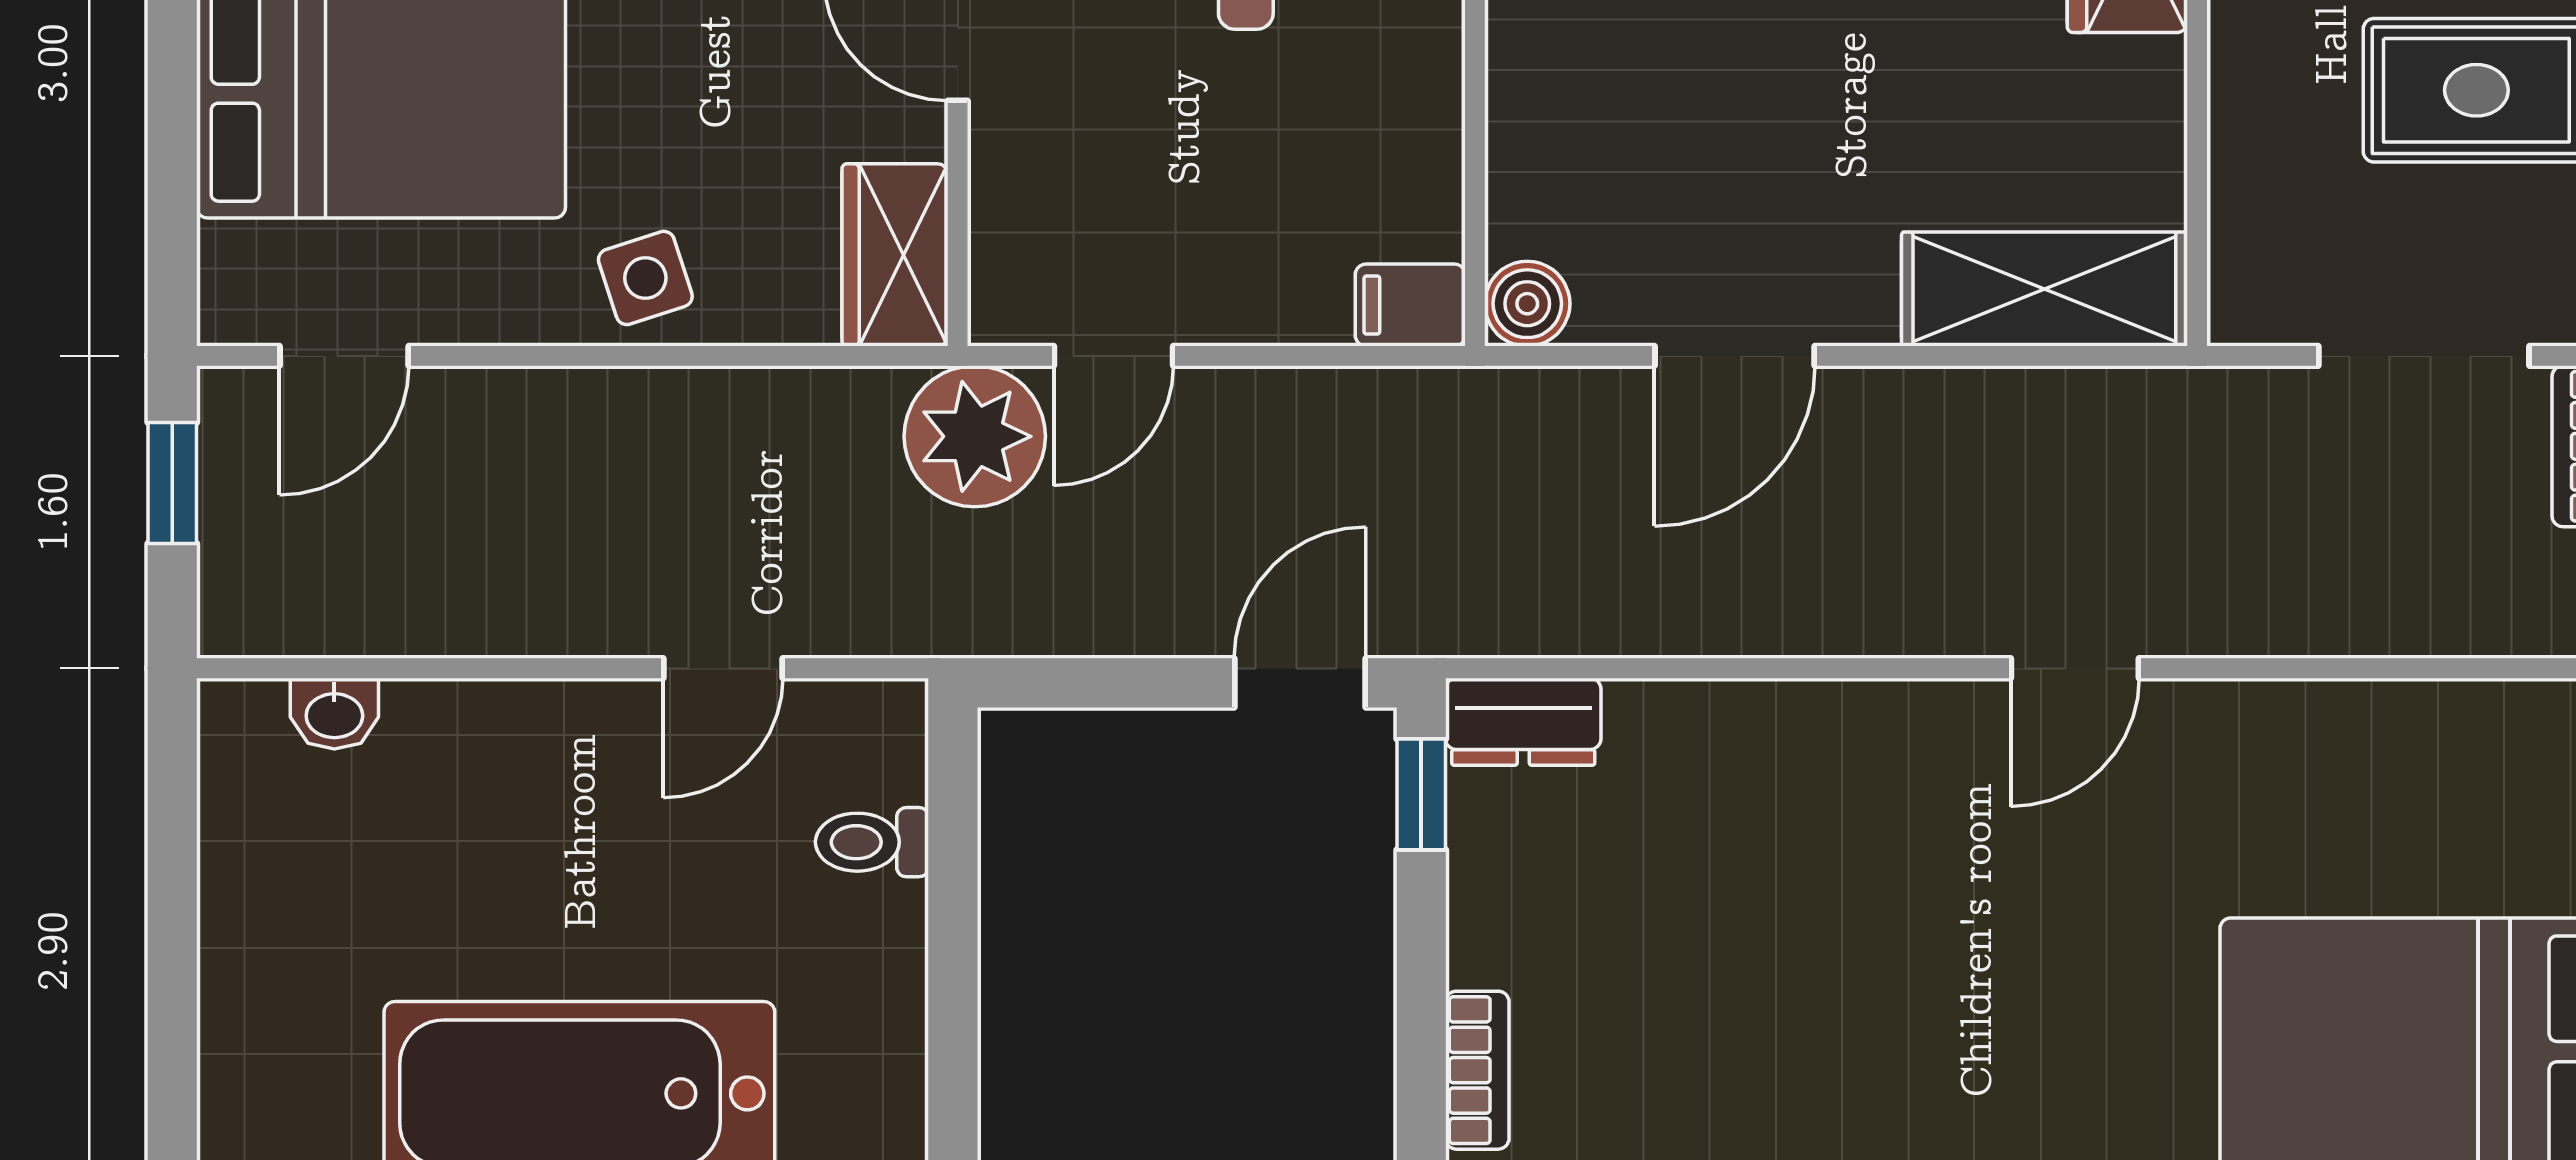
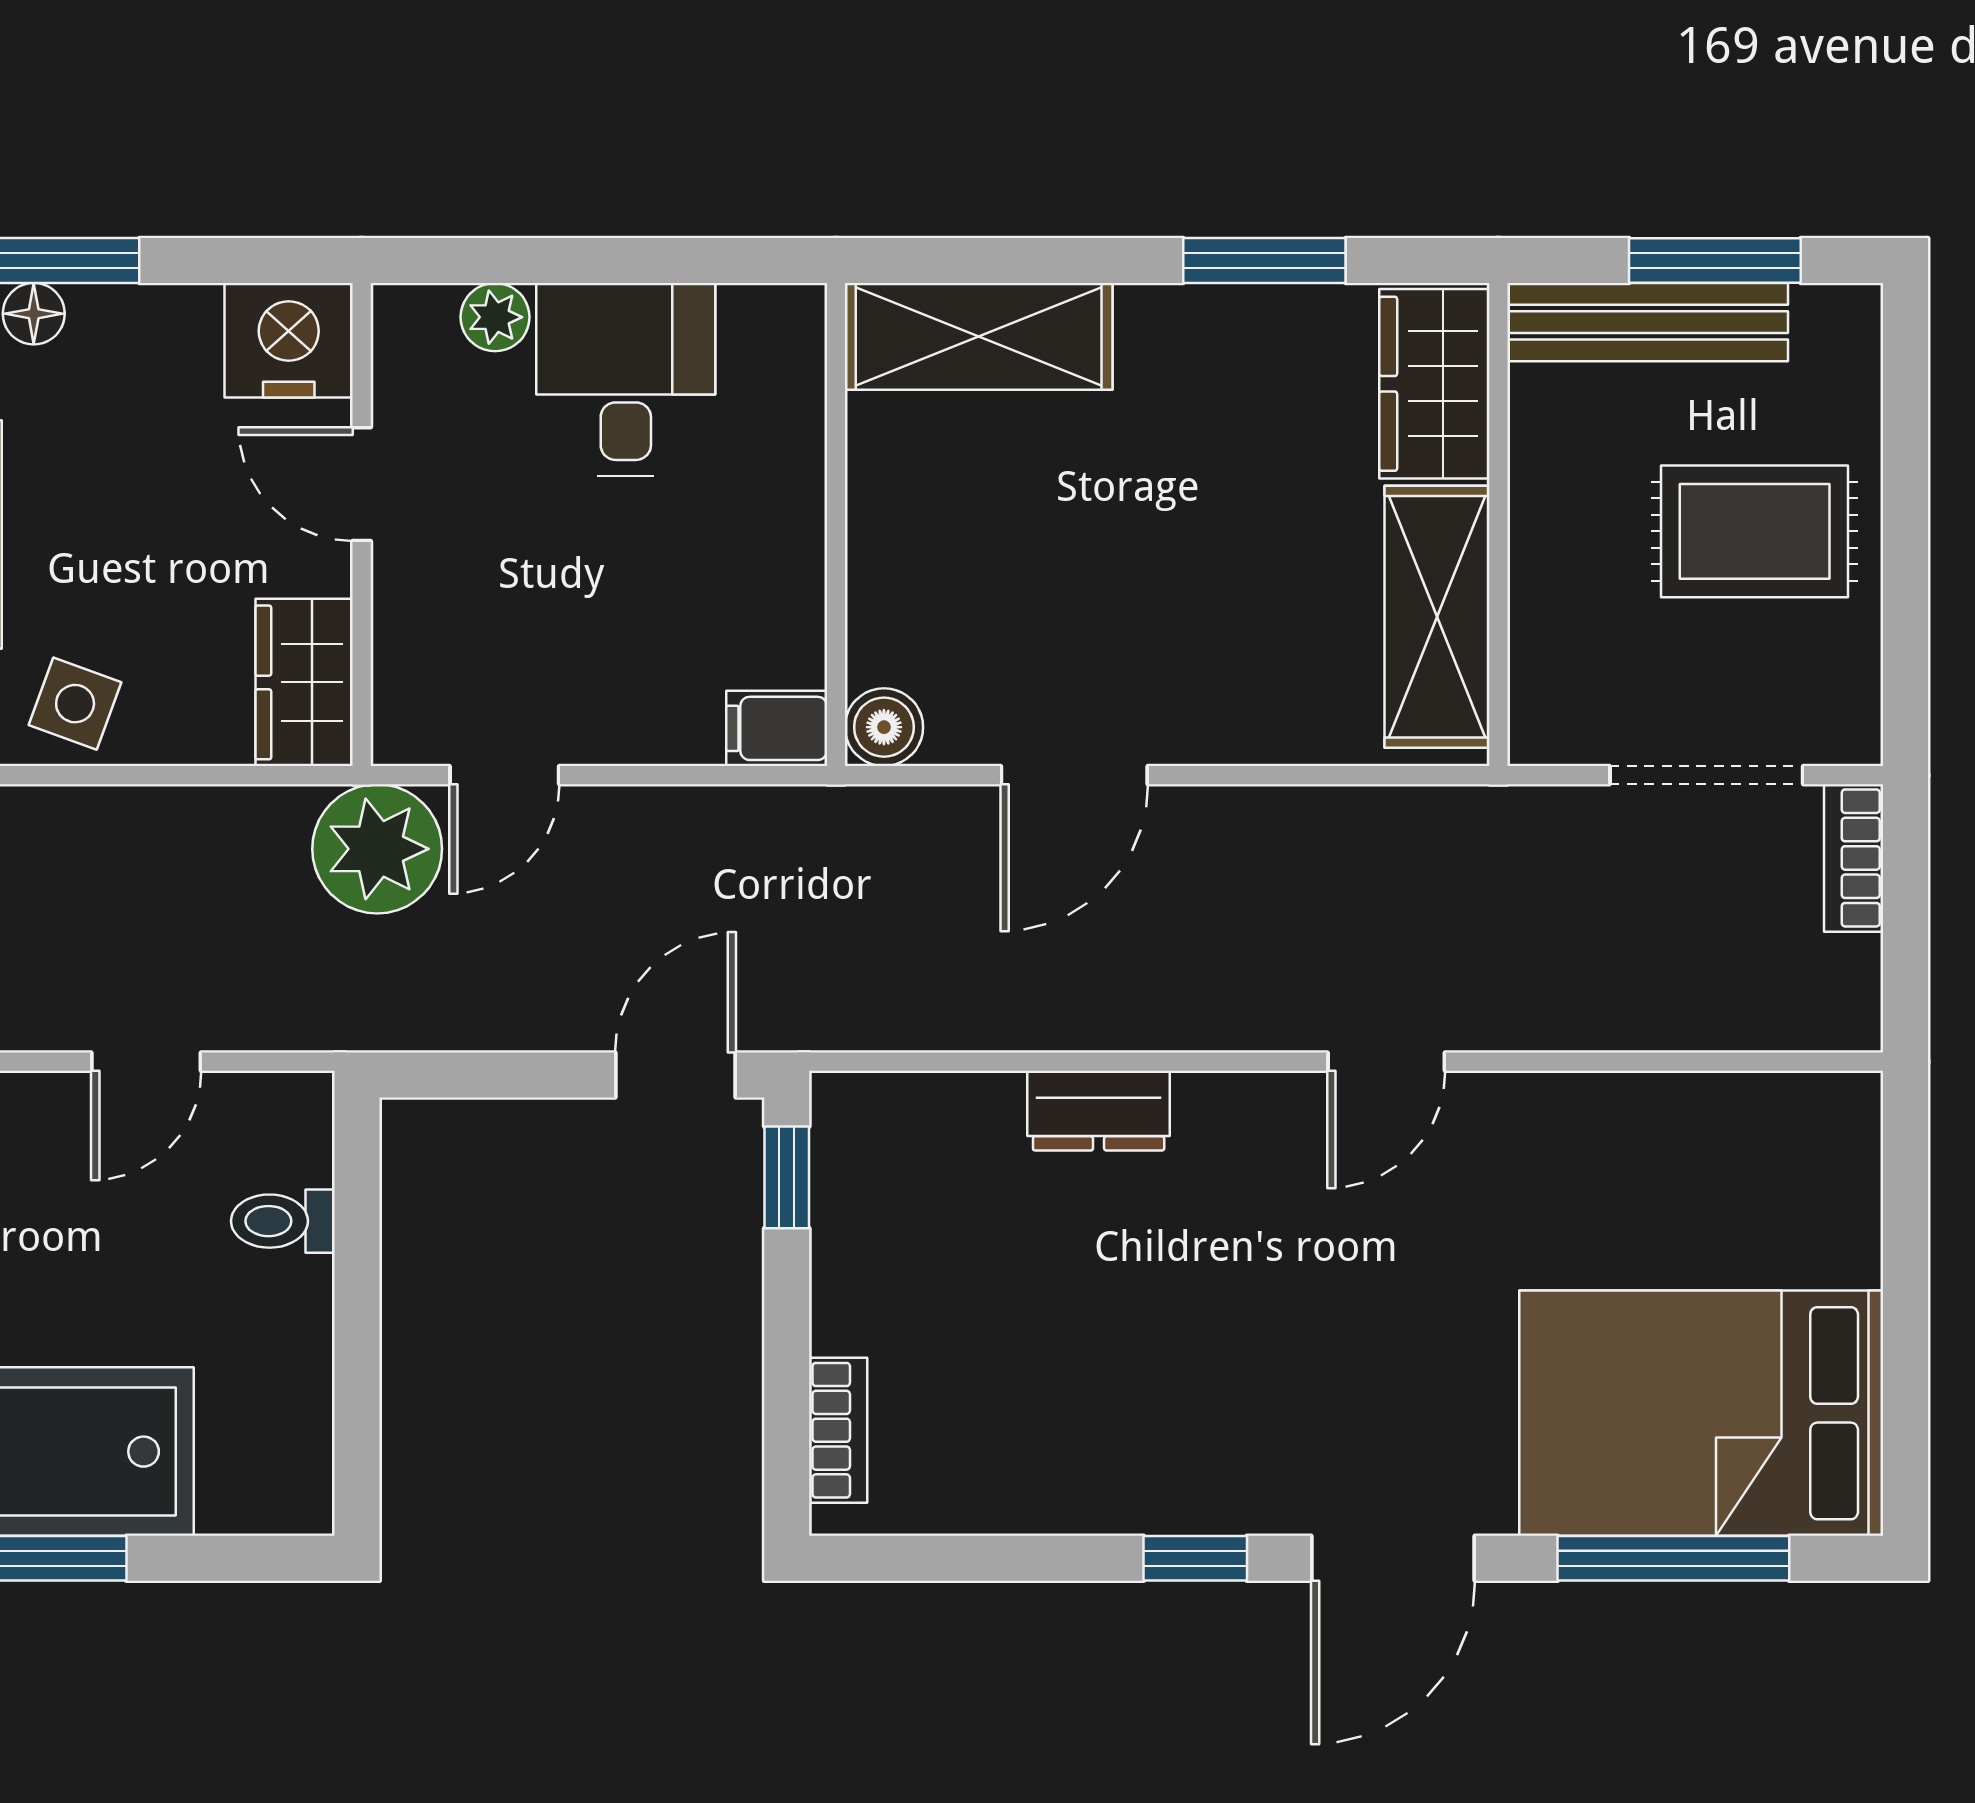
side table: (645, 278) -> (75, 704), turned 38
shelving: (2044, 289) -> (1437, 617), moved, turned 90
dresser: (1523, 722) -> (1099, 1111), moved

